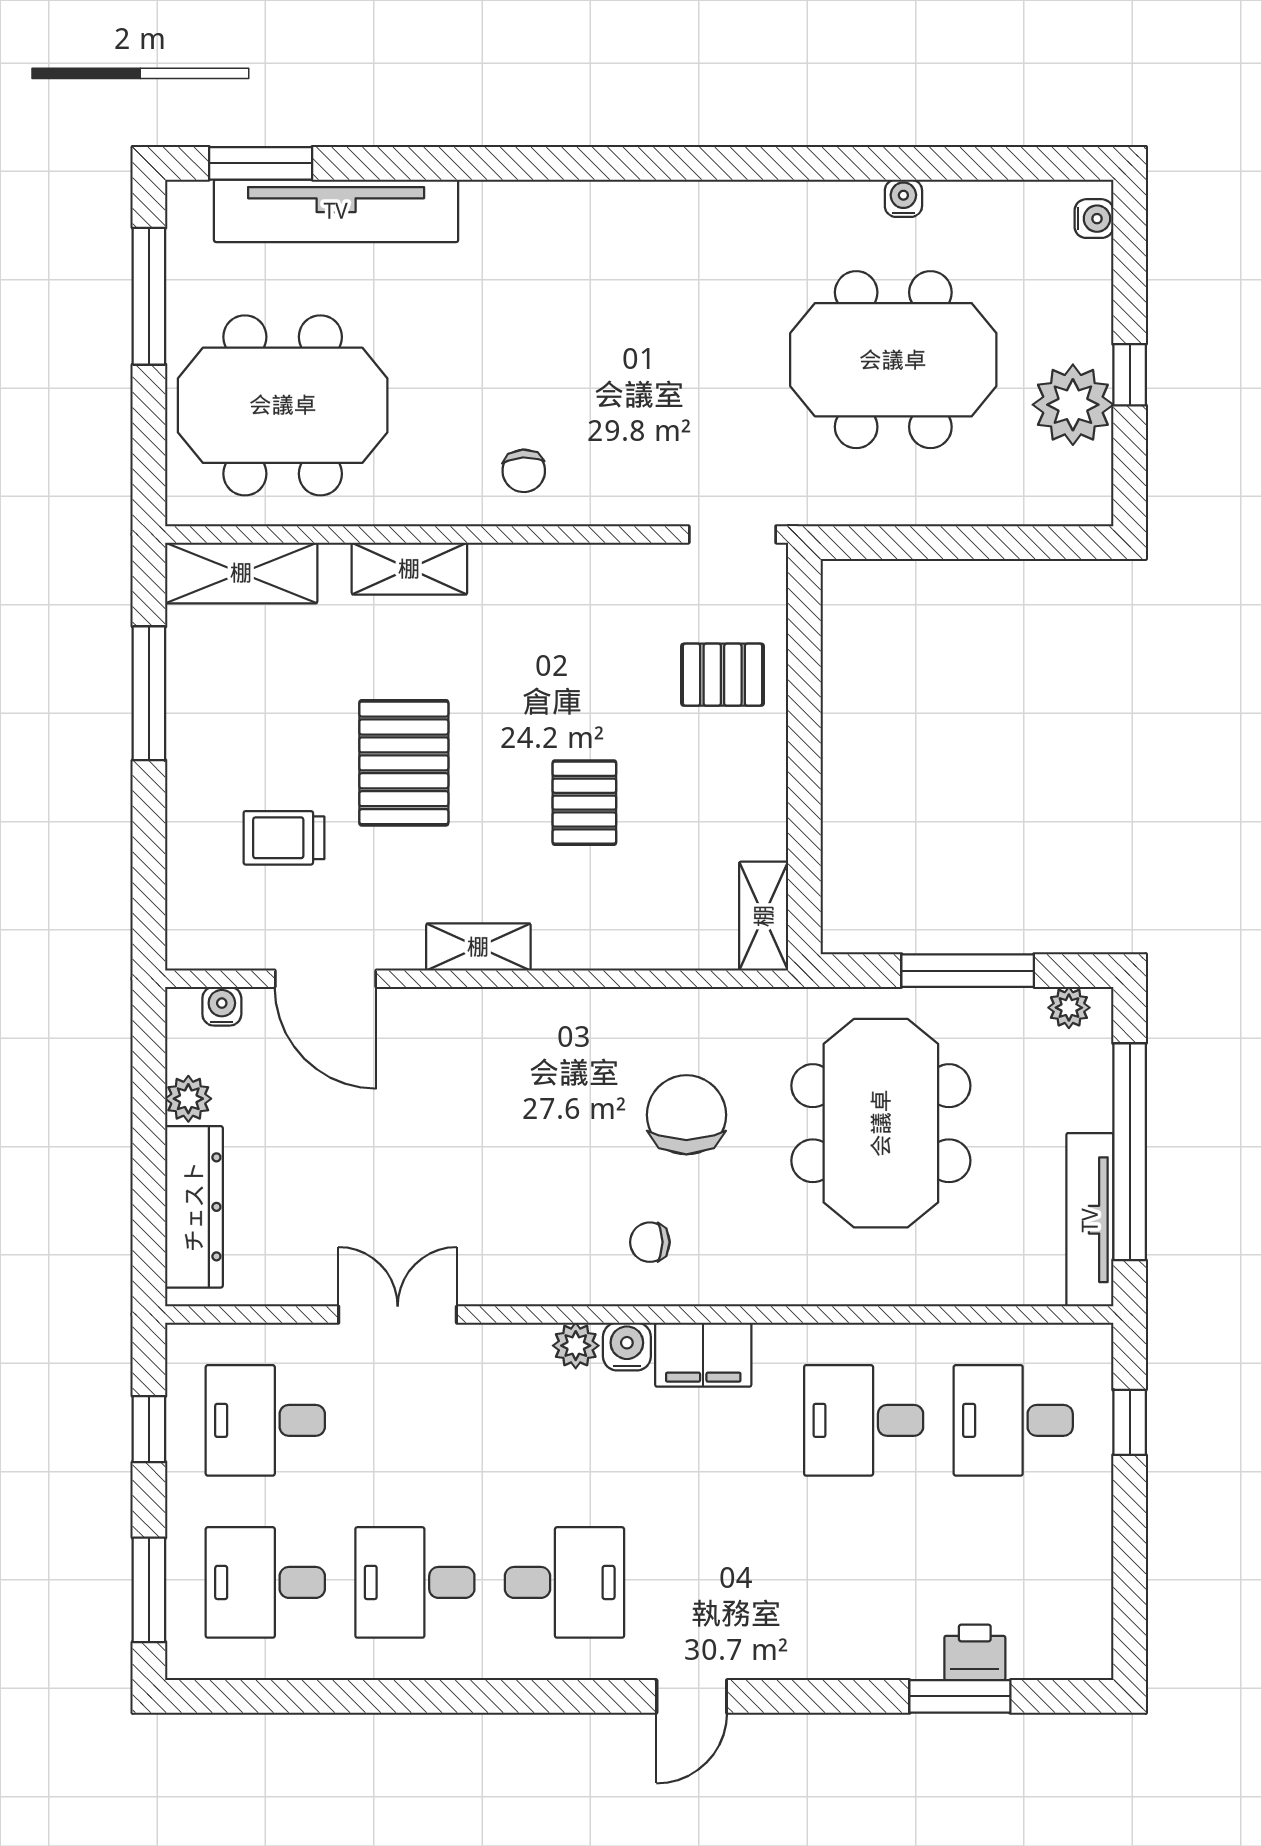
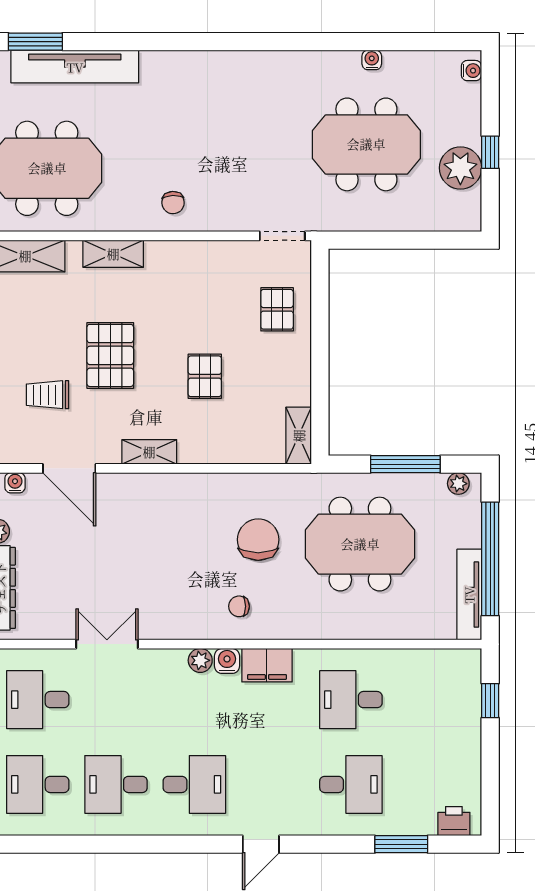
pallet: (723, 675) -> (277, 309), turned 90
meeting table: (881, 1123) -> (360, 544), turned 90
desk: (1013, 1420) -> (351, 784), moved, turned 180
printer: (975, 1652) -> (454, 821), moved

